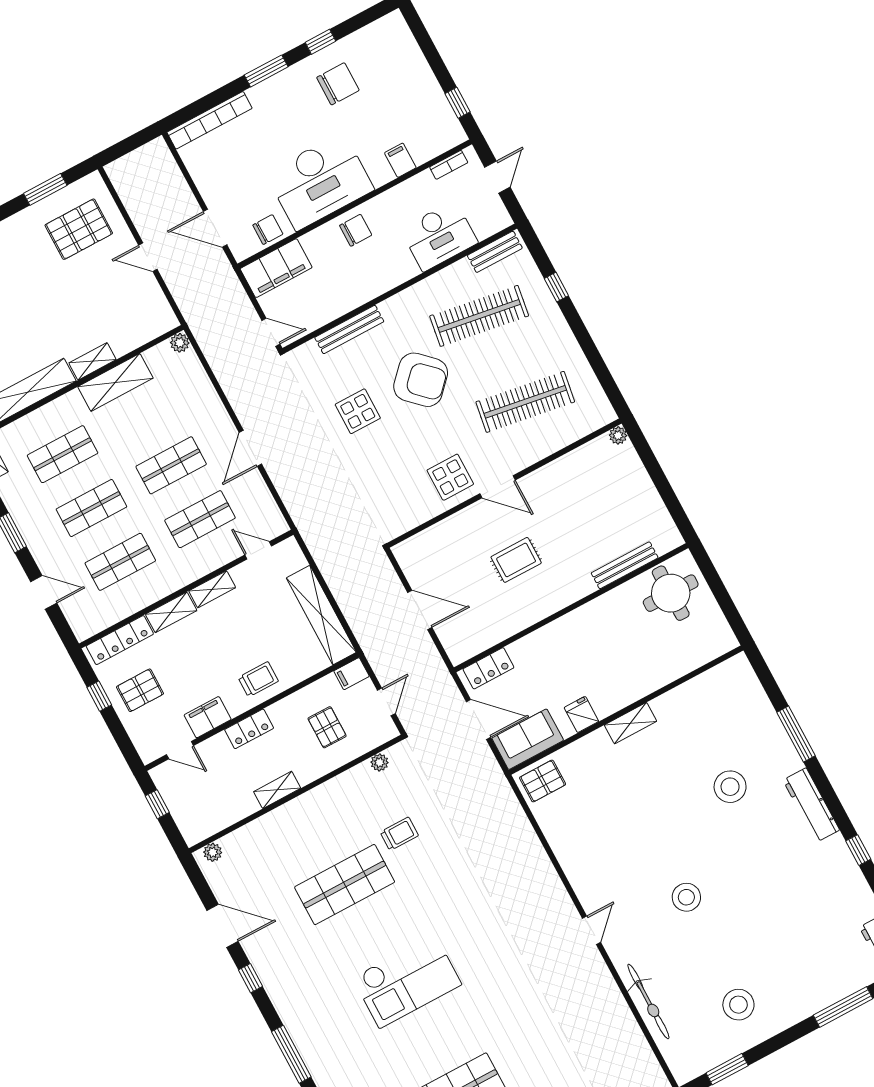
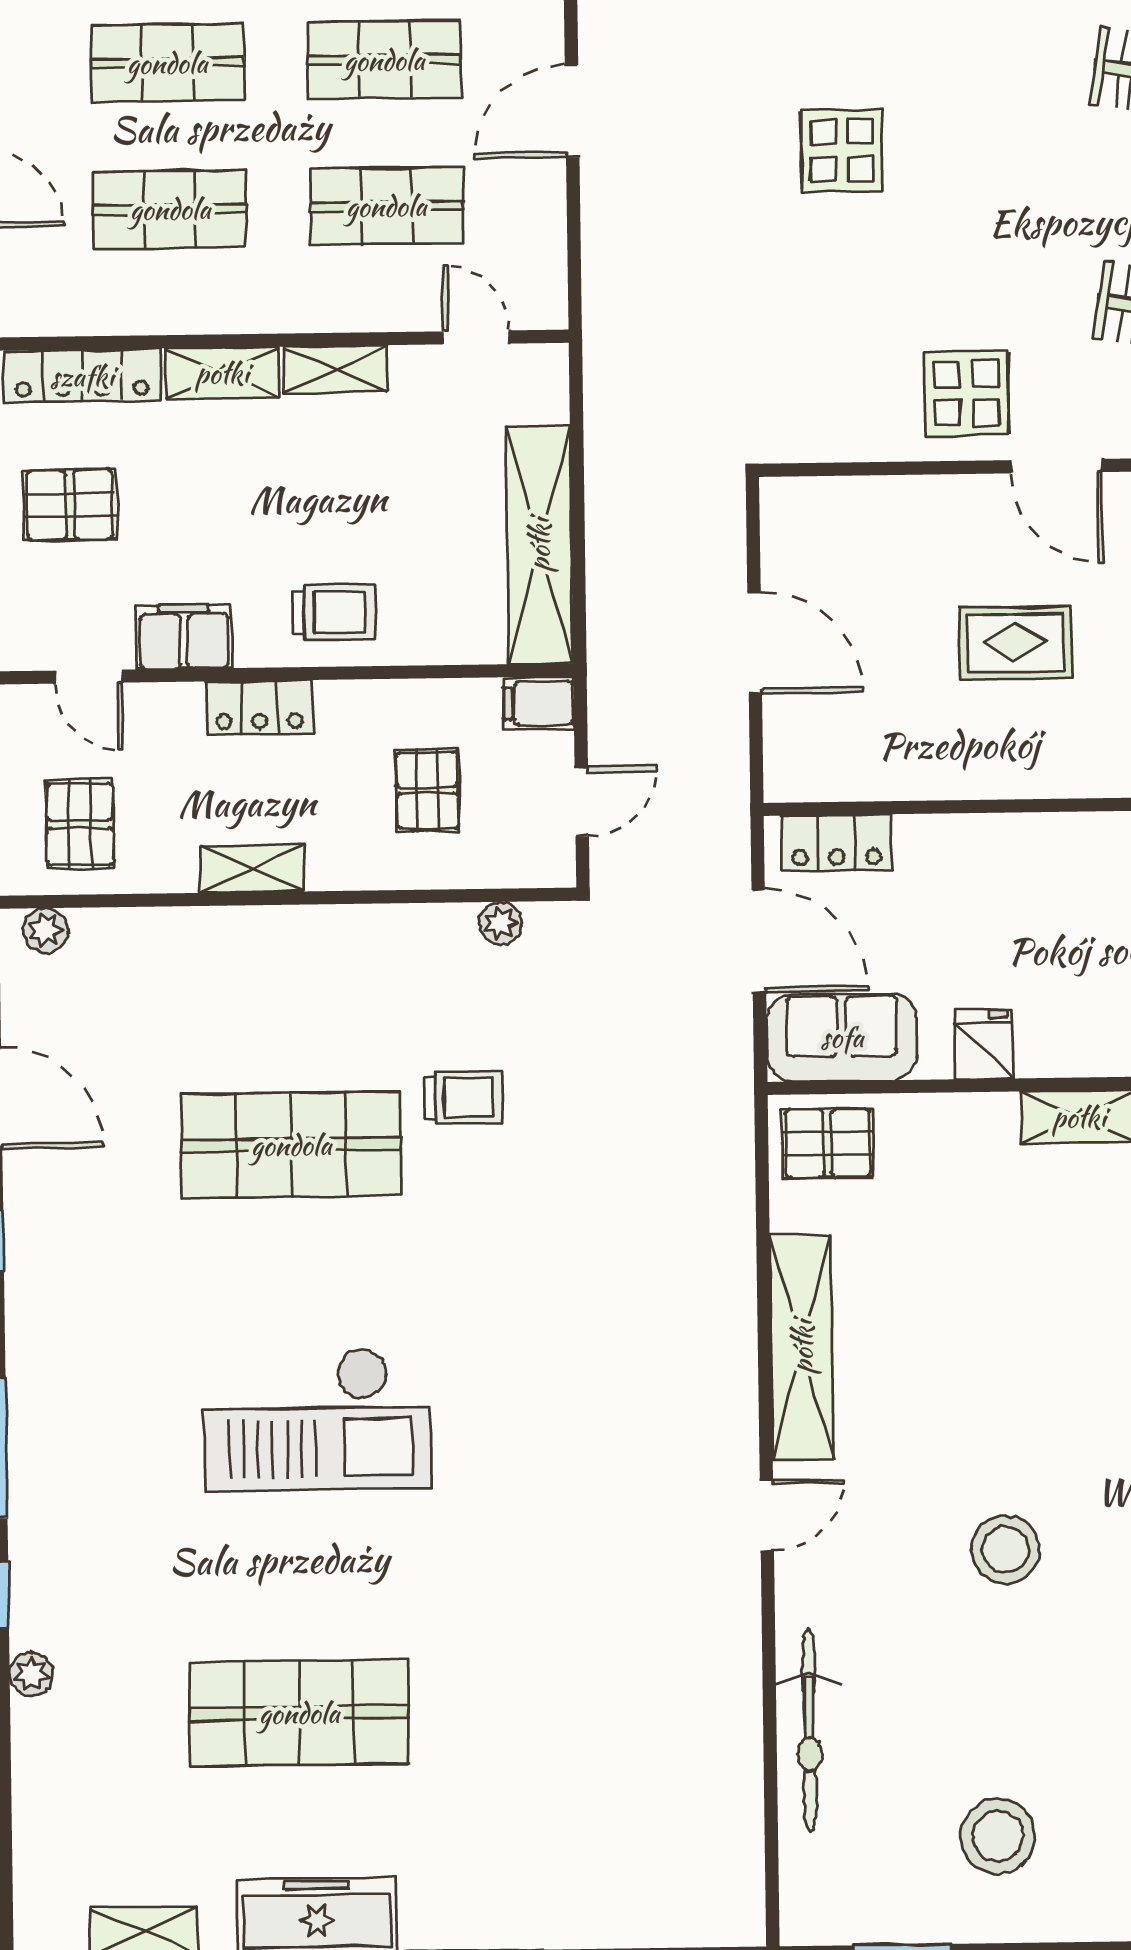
armchair: (421, 380) -> (1011, 153), removed
pallet: (205, 806) -> (80, 824), added
shelving: (572, 861) -> (802, 1347), added

